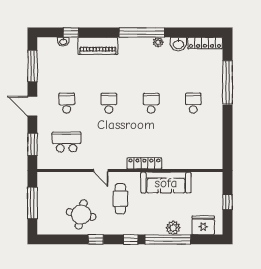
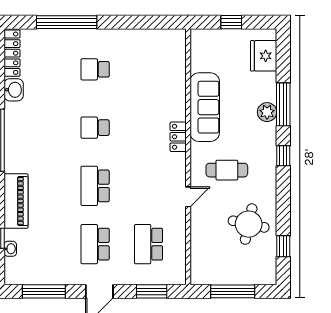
plant: (158, 42) -> (11, 118), removed
school desk: (67, 103) -> (95, 244), width x1.85
school desk: (109, 103) -> (95, 186), width x1.85
locker: (144, 163) -> (178, 137), width x0.66
plant: (173, 228) -> (267, 112), moved
window: (96, 239) -> (283, 246), moved
window: (168, 239) -> (283, 104), width x0.68

